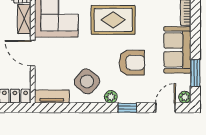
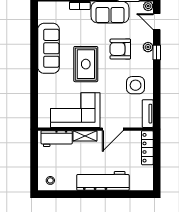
armchair: (132, 63) -> (120, 49), turned -90
side table: (87, 81) -> (136, 85), turned -38
plant: (111, 97) -> (148, 47), moved

